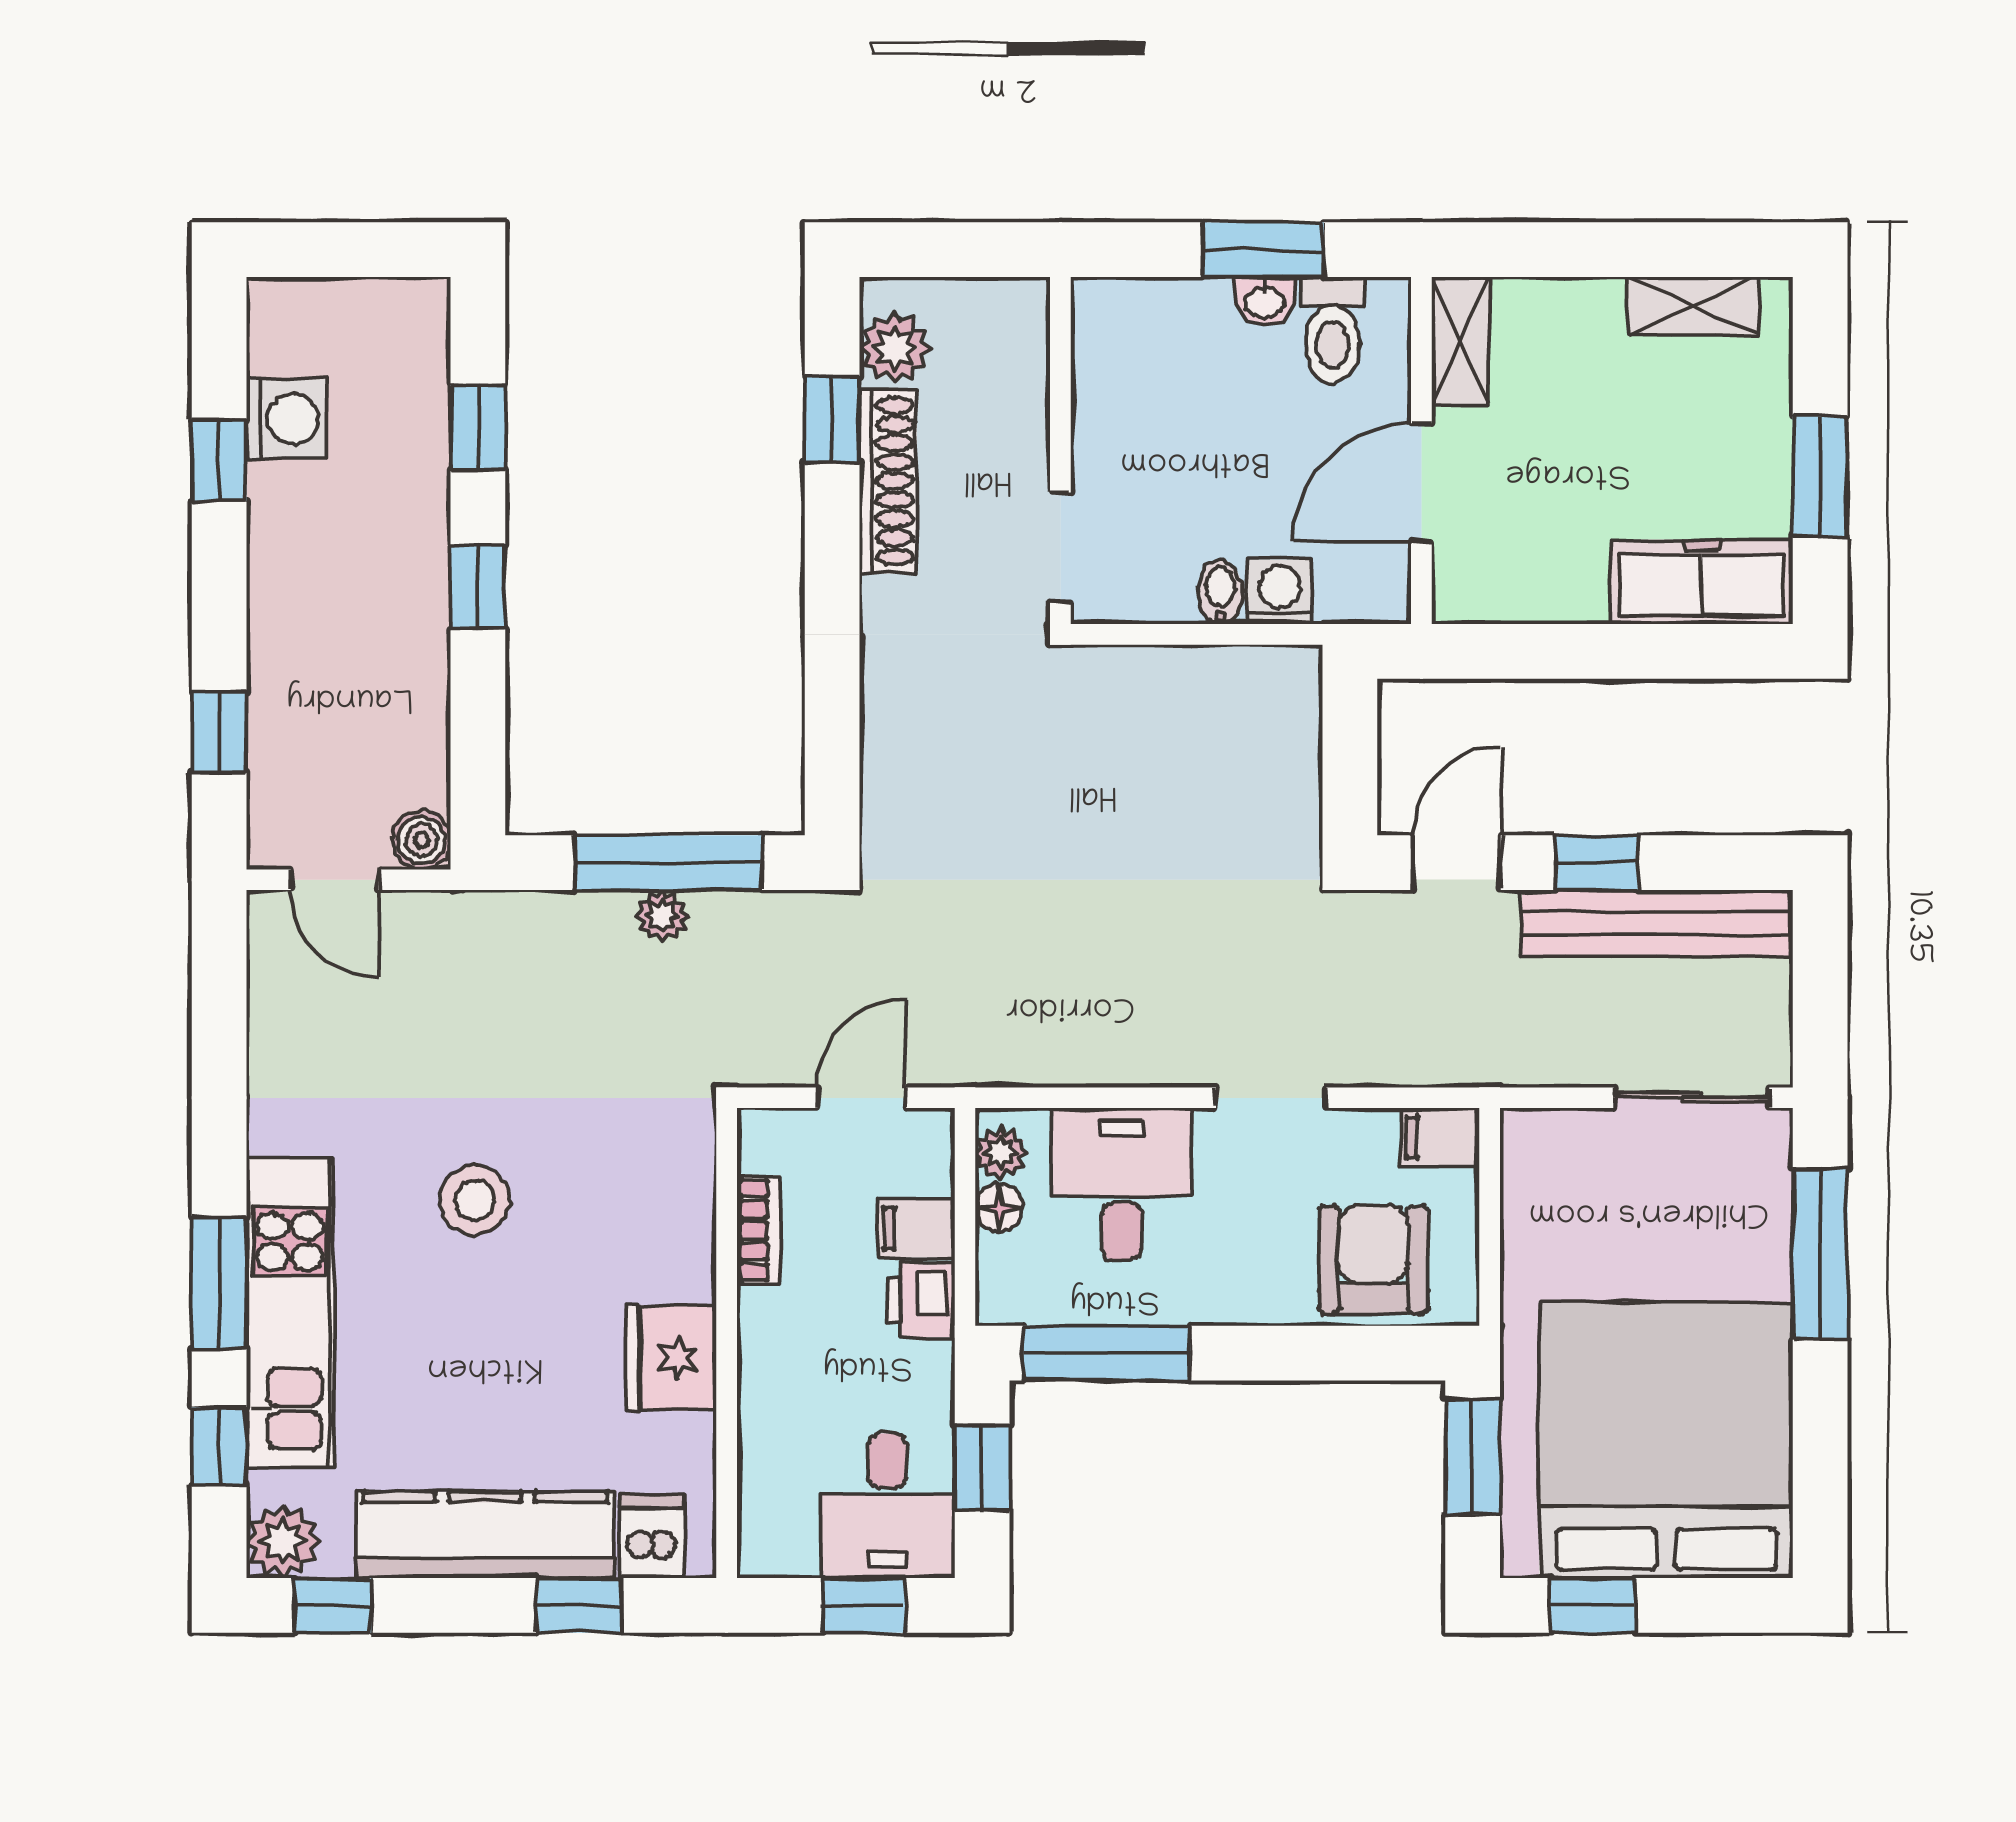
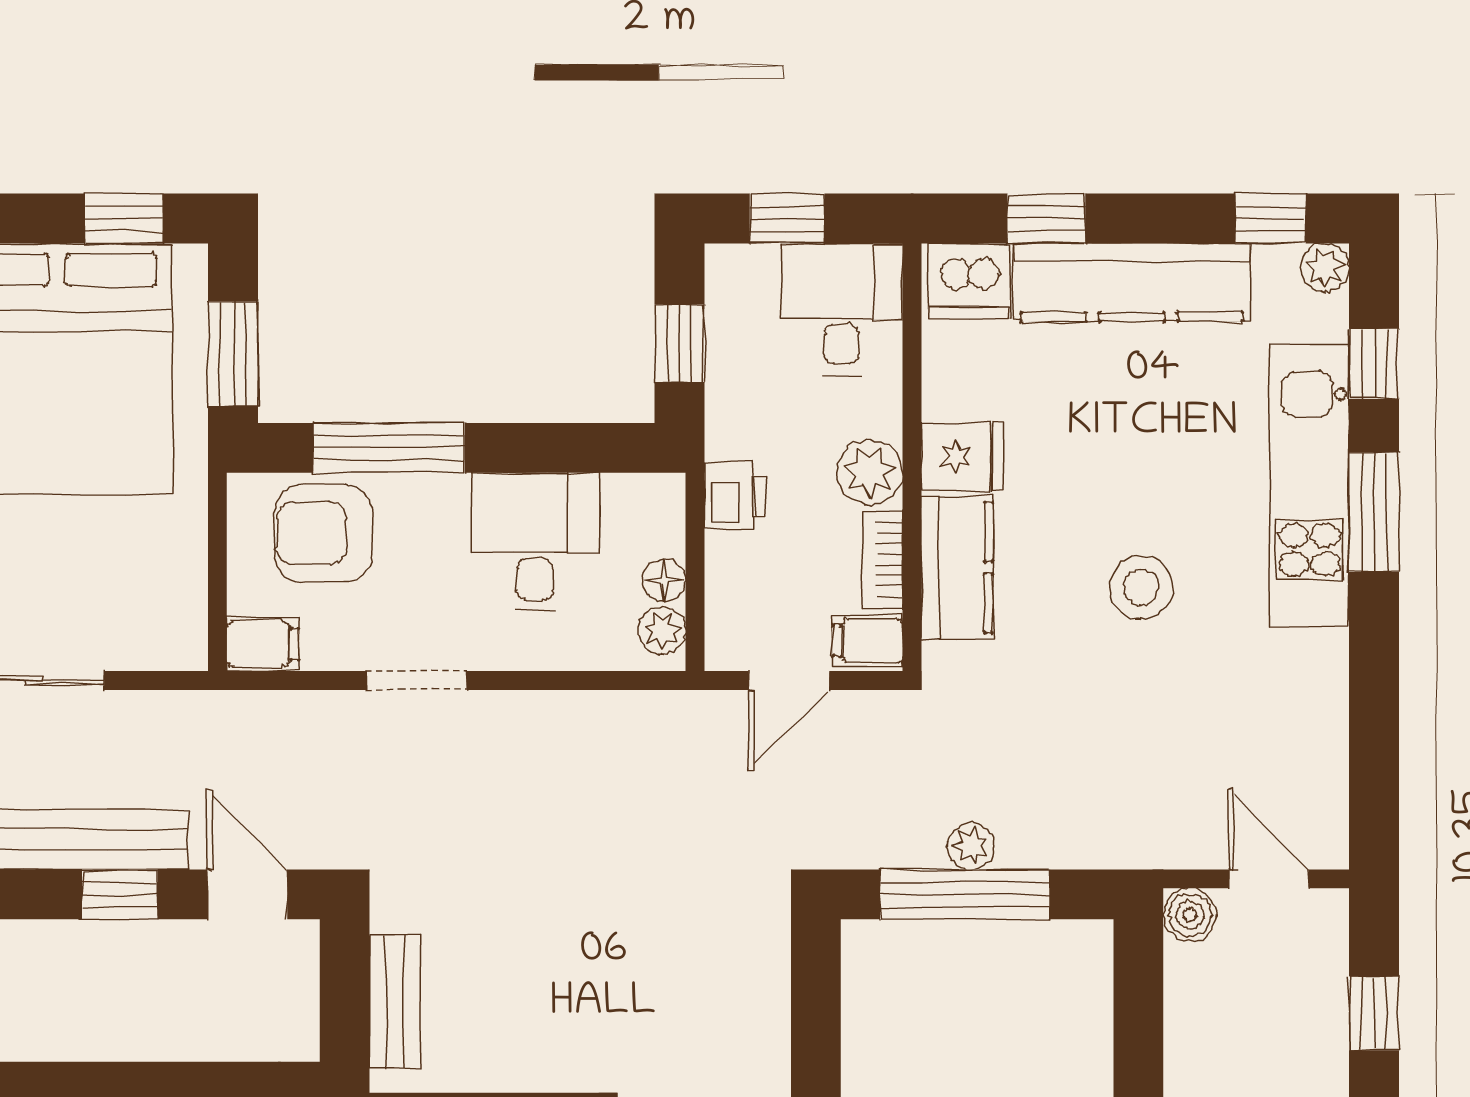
bench: (1295, 745) -> (395, 1002), added
door: (1457, 863) -> (247, 894), swing flipped
desk: (1121, 1184) -> (535, 542), moved, turned 180
kitchen counter: (677, 1222) -> (957, 568), added
filing cabinet: (916, 1229) -> (868, 641), moved, turned 180
armchair: (1373, 1259) -> (324, 533), turned 90
plant: (773, 1326) -> (870, 472), added
window: (1107, 1353) -> (389, 448), moved
fridge: (671, 1358) -> (962, 457), width x0.72
desk: (888, 1506) -> (842, 309), moved
dishwasher: (652, 1536) -> (969, 281), width x1.38
plant: (283, 1541) -> (1325, 268), width x0.73, depth x0.73

